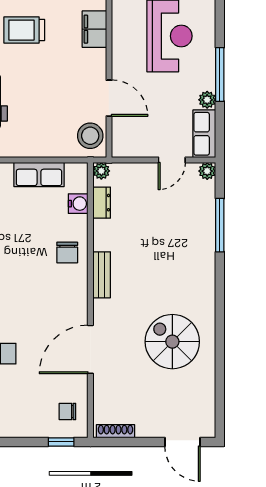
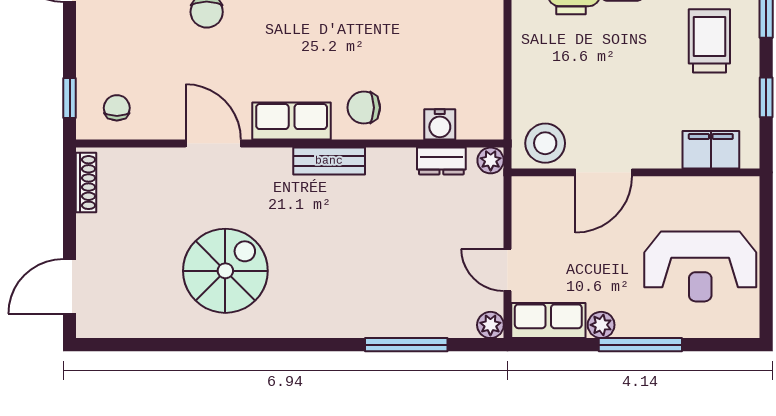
row of seats: (39, 175) -> (292, 121), moved, turned 90
door: (90, 349) -> (213, 144), width x0.73

